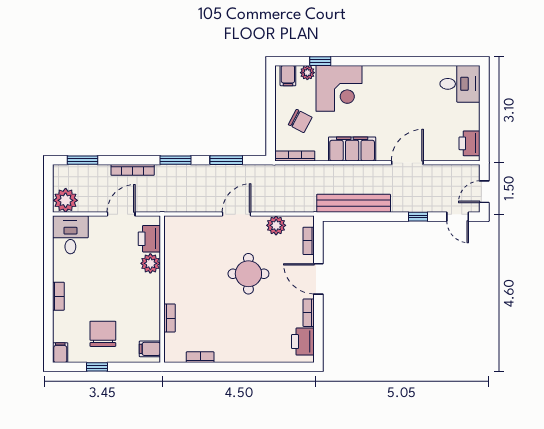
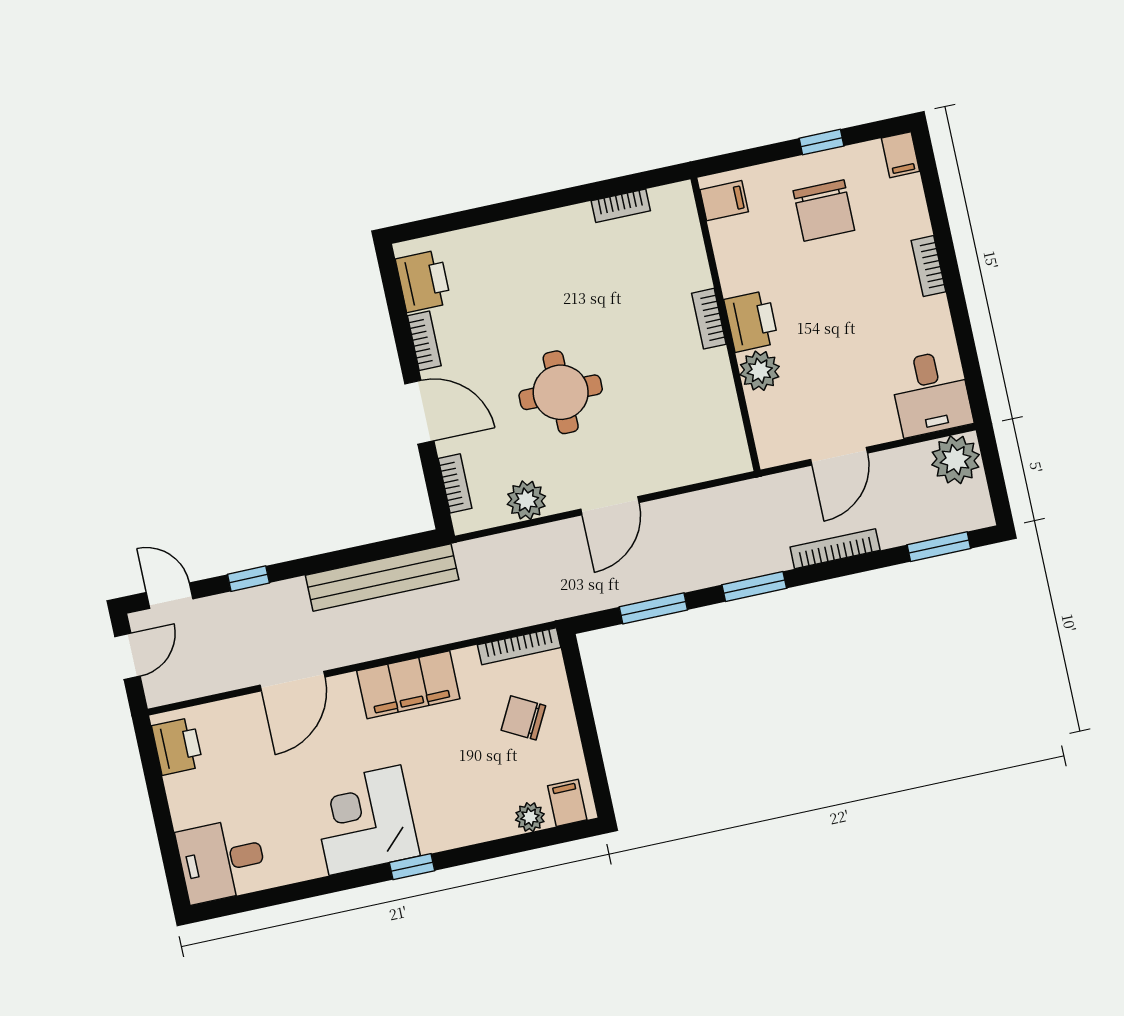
window: (320, 61) -> (412, 867), moved
corner desk: (339, 88) -> (365, 820), moved
printer: (149, 239) -> (751, 321), moved
bookcase: (169, 318) -> (709, 319), moved

